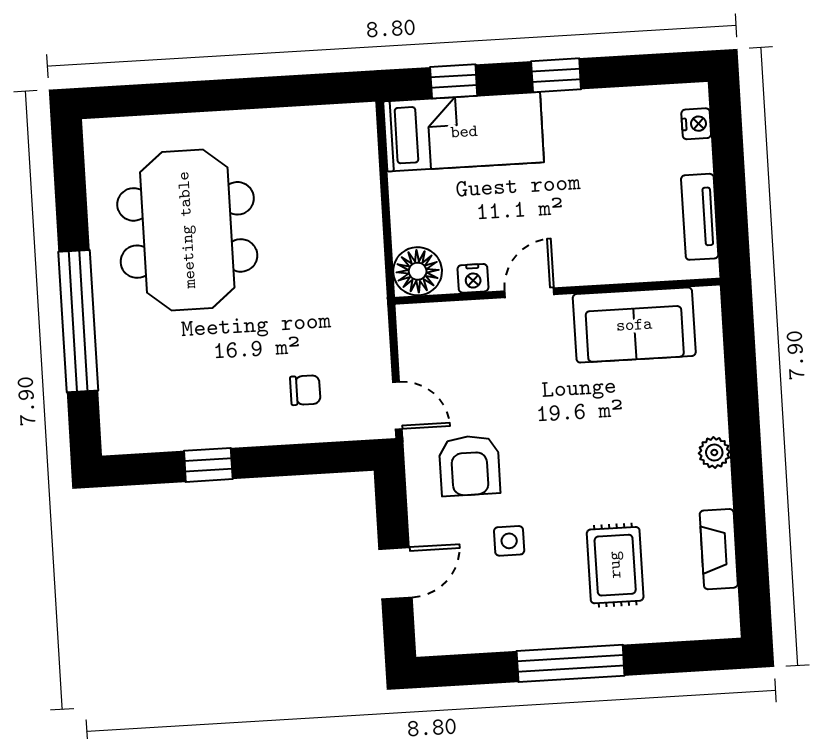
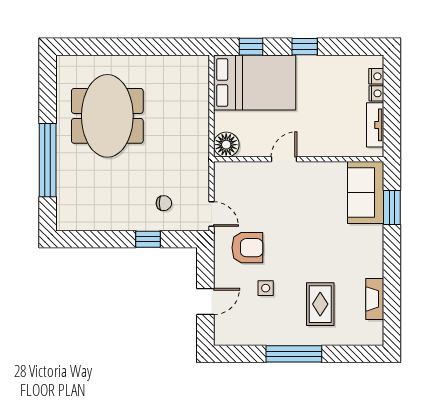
bed: (464, 132) -> (255, 82), width x1.50
nightstand: (473, 278) -> (376, 93), moved, turned -90
sofa: (634, 325) -> (366, 192), moved, turned 90
window: (741, 372) -> (392, 207), added
plant: (714, 453) -> (375, 248), removed
window: (208, 465) -> (148, 239), moved
armchair: (469, 466) -> (247, 248), turned -90

